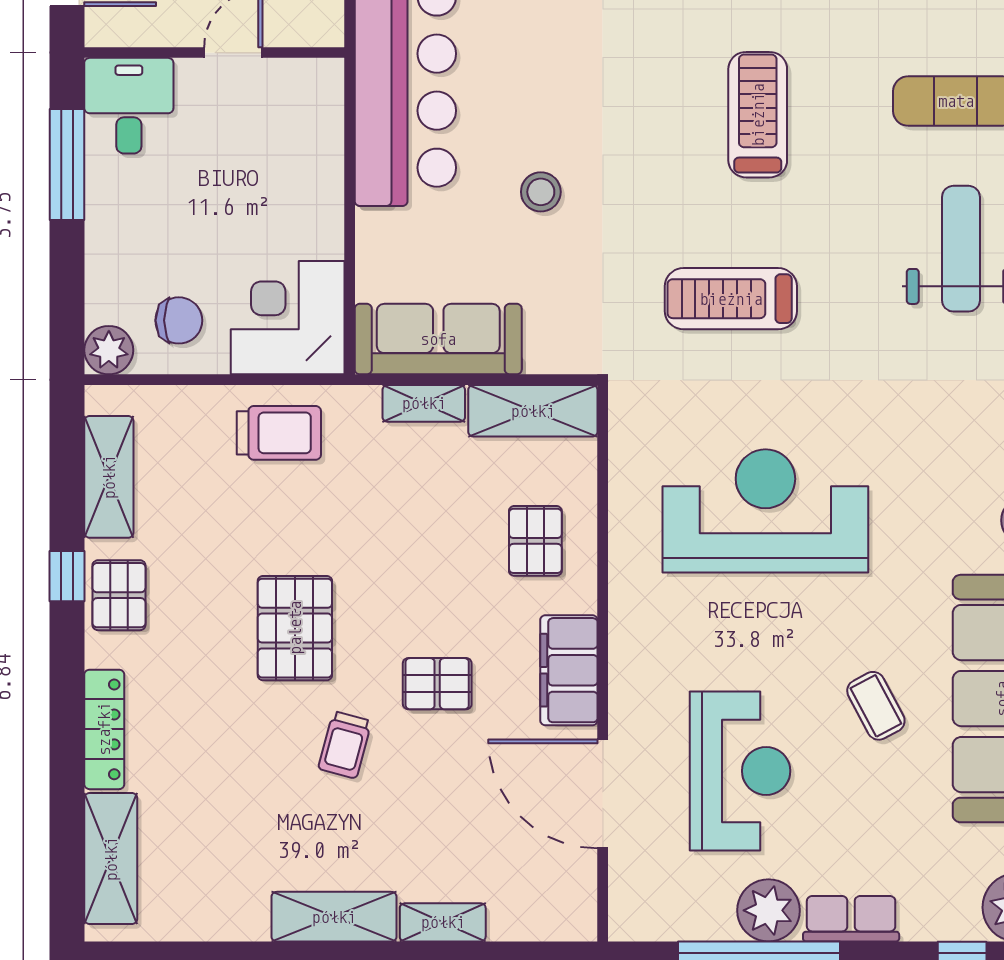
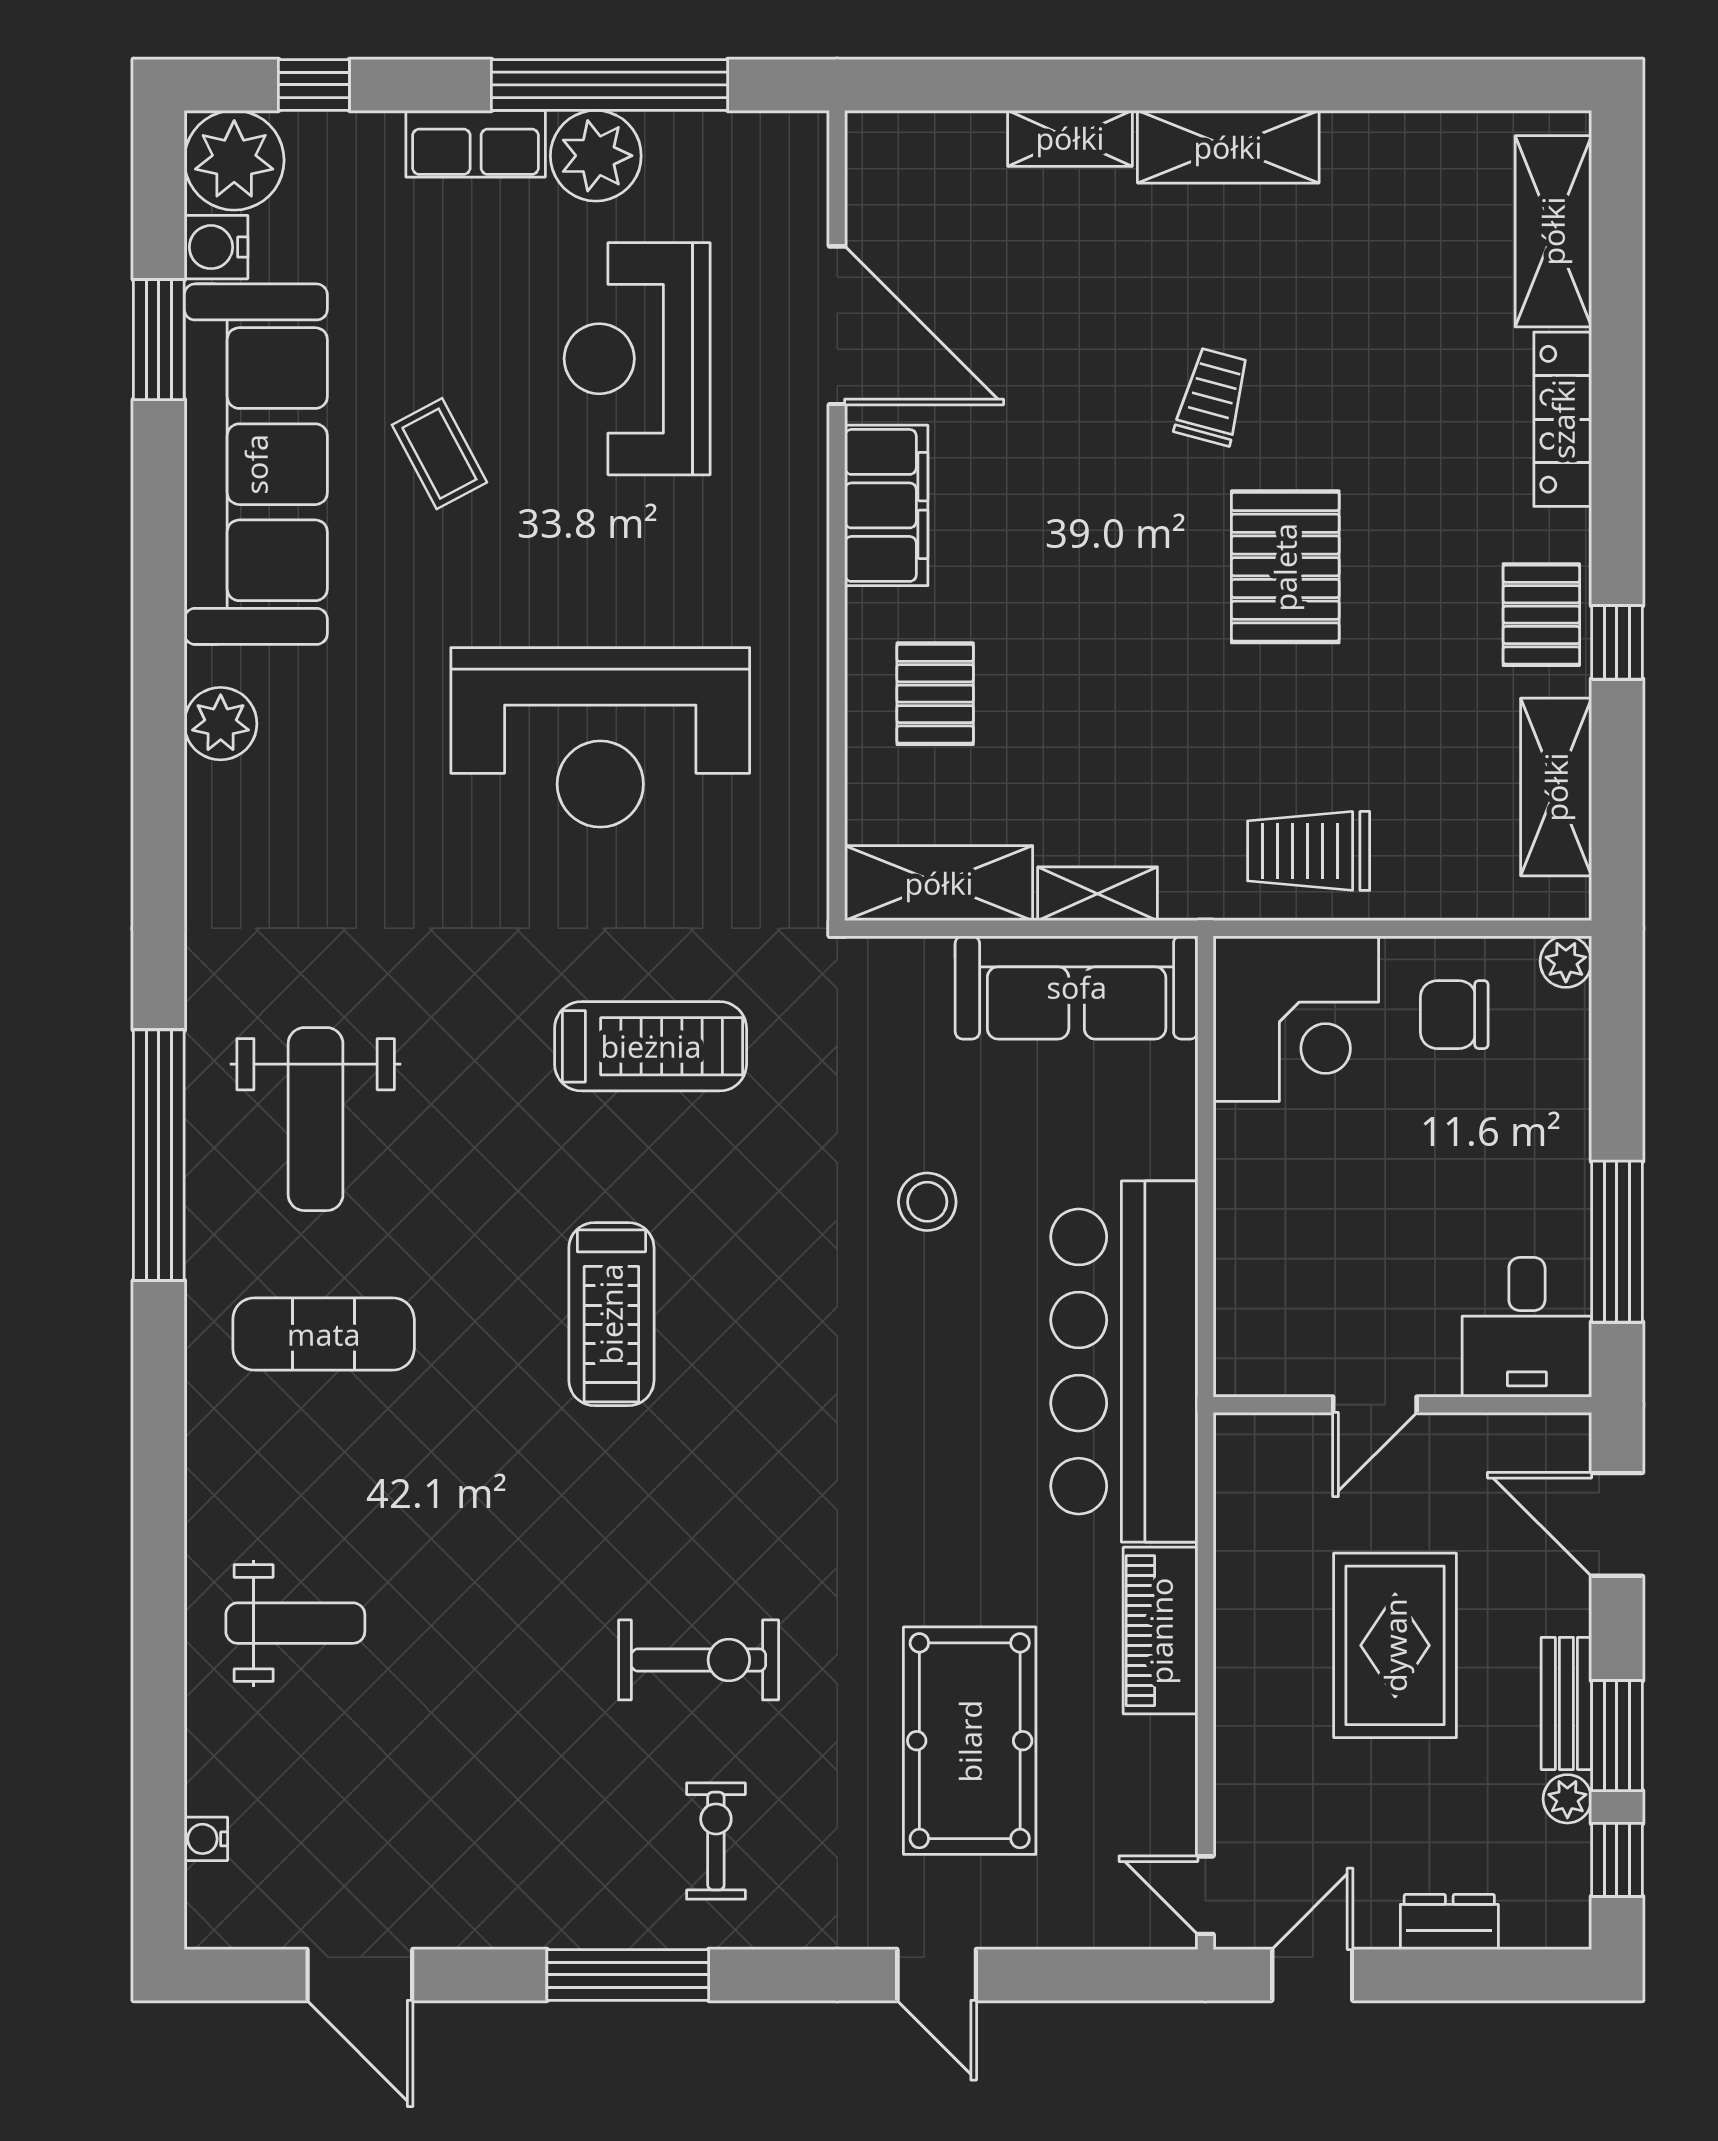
plant: (109, 350) -> (1566, 962), width x0.73, depth x0.73
pallet: (437, 684) -> (1078, 486), removed

